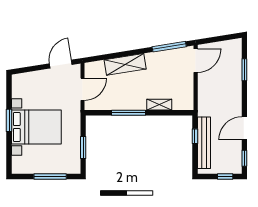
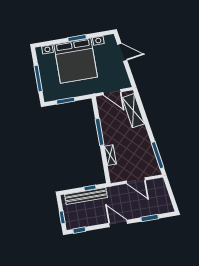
door: (196, 61) -> (136, 181), moved
door: (61, 64) -> (122, 52), moved
shelving: (125, 64) -> (133, 111), moved
bed with nightstands: (36, 127) -> (76, 61), width x1.36
door: (244, 128) -> (118, 223), moved

